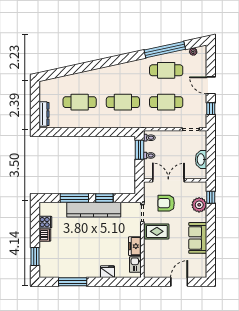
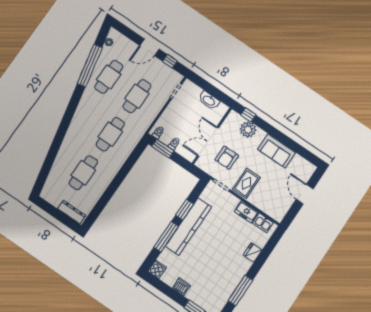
cooker: (45, 222) -> (157, 269), moved

